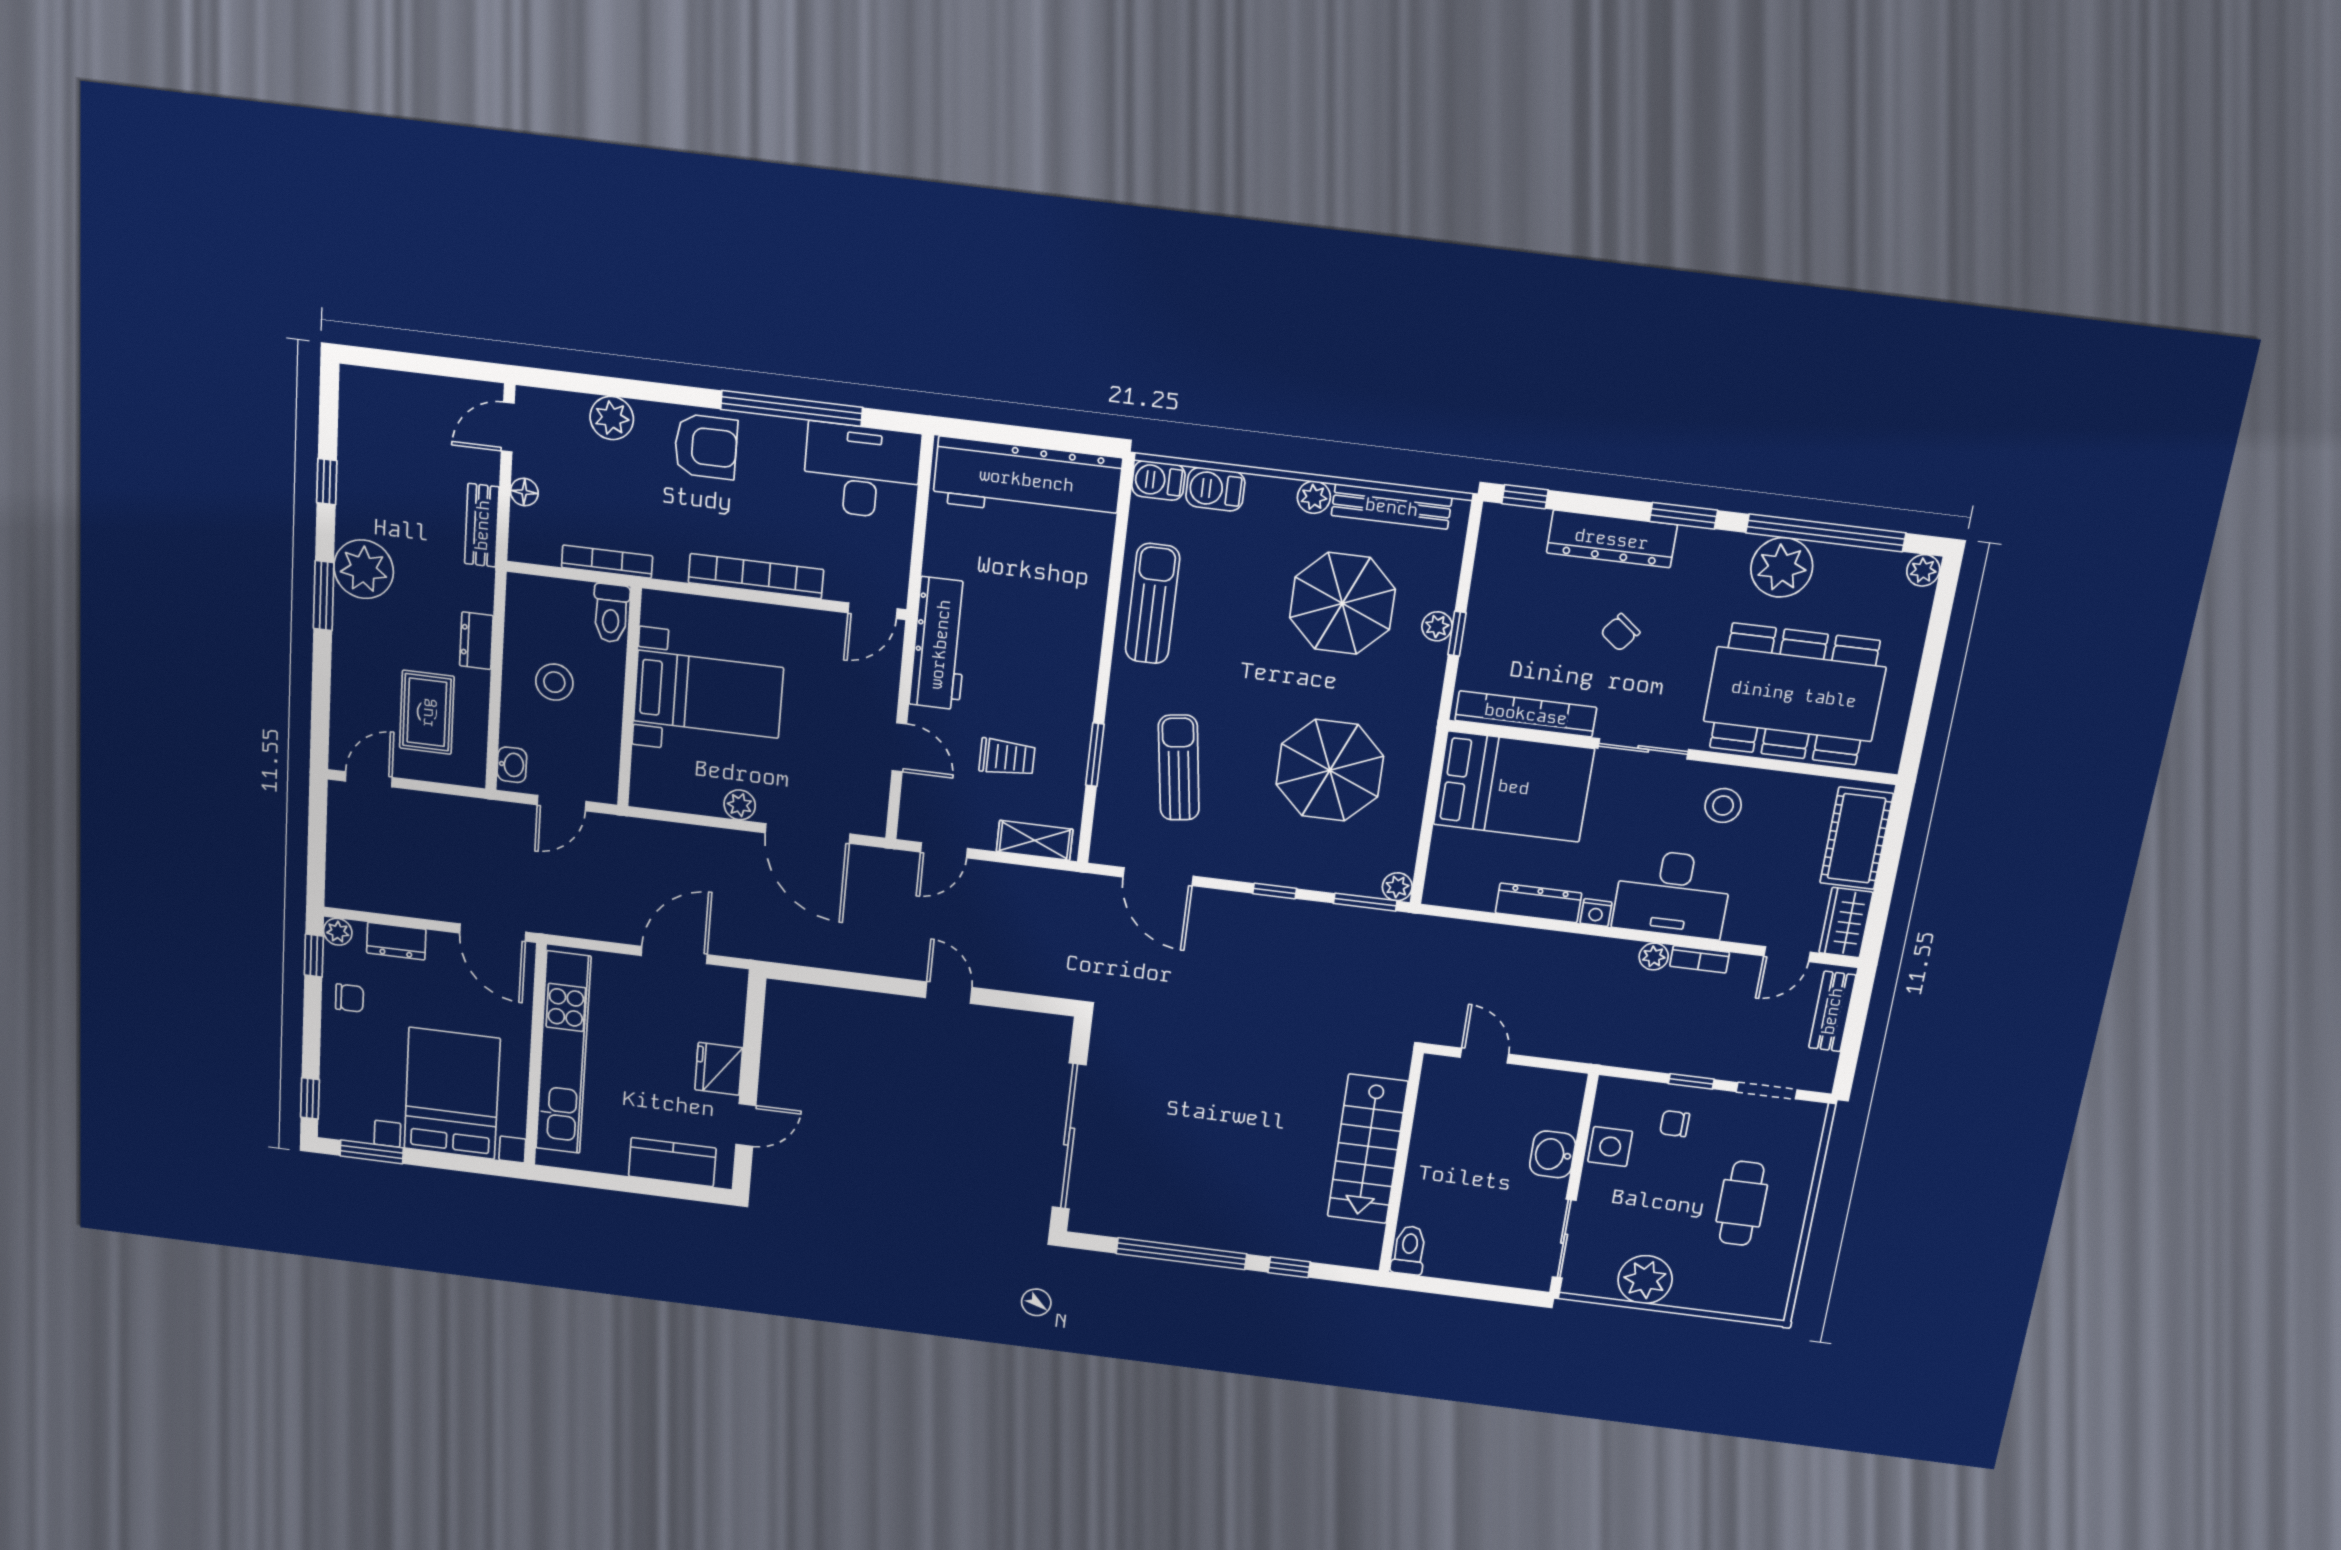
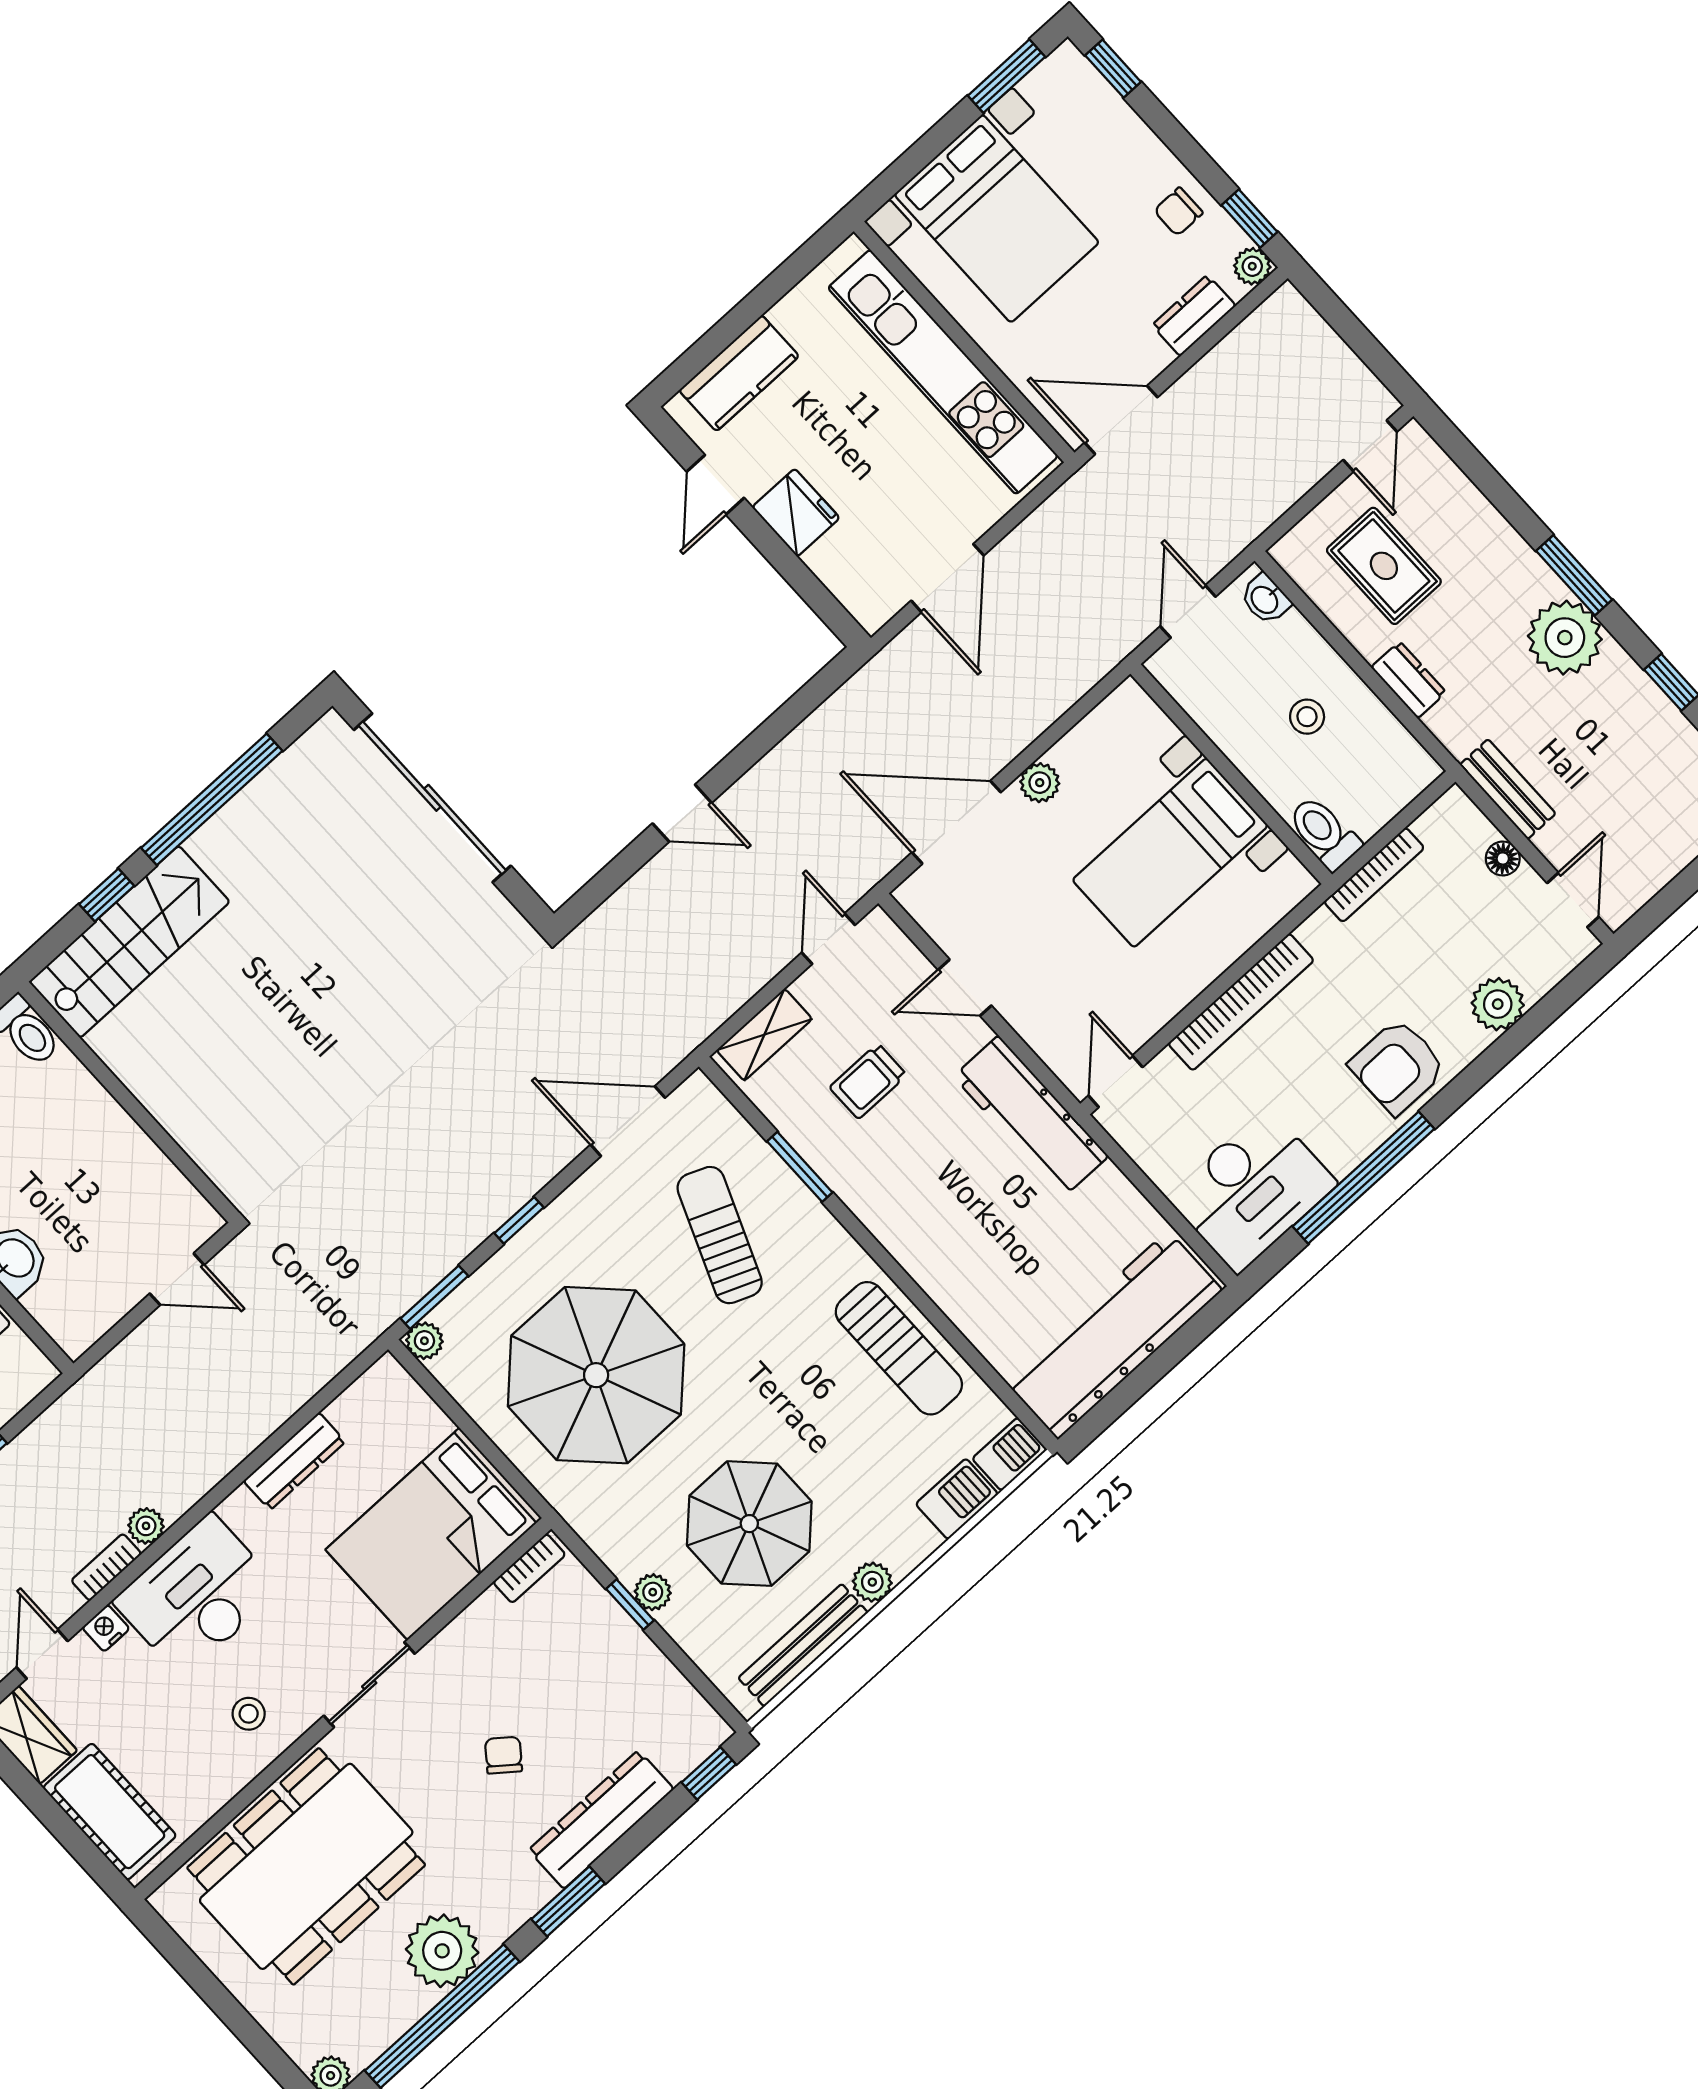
stool: (554, 682) -> (1307, 717), width x0.73, depth x0.73
bookcase: (1526, 714) -> (529, 1568), width x0.43, depth x0.76
sun lounger: (1179, 768) -> (720, 1235), turned -150
parasol: (1330, 770) -> (596, 1375), width x1.36, depth x1.36
stool: (1723, 805) -> (249, 1714), width x0.73, depth x0.73
nightstand: (1596, 913) -> (106, 1628), moved
stairs: (1368, 1149) -> (129, 942), moved, turned 90

